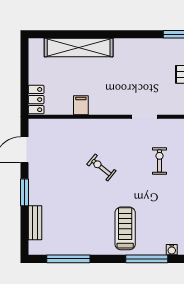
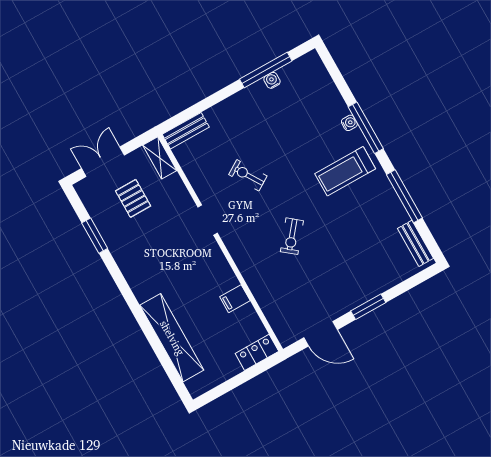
exercise bike: (160, 161) -> (248, 175), turned 58
bench: (35, 223) -> (415, 243), moved, turned 90
water cooler: (172, 250) -> (349, 123), moved
window: (68, 259) -> (404, 196), moved

